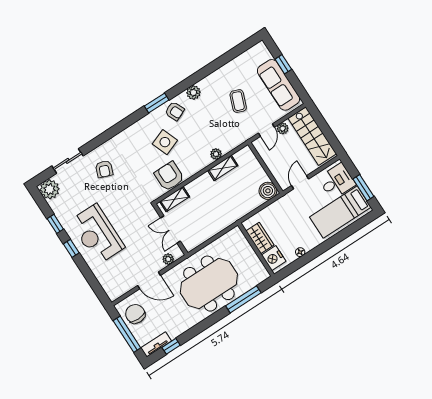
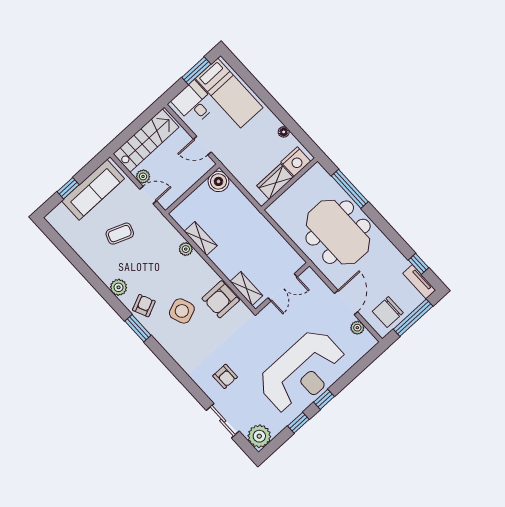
armchair: (104, 169) -> (225, 376), turned 69
reception desk: (97, 234) -> (302, 372), width x1.36, depth x1.30
plant: (168, 259) -> (357, 328), moved

